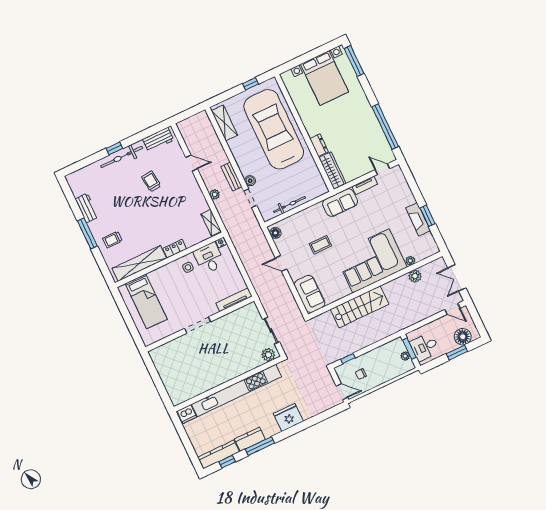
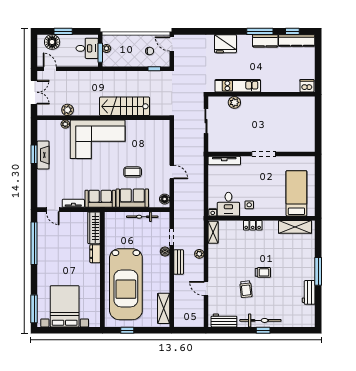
trolley: (112, 240) -> (263, 272), moved
shelving: (139, 263) -> (295, 227), width x0.68
sofa: (310, 294) -> (132, 198), moved, turned 90
plant: (268, 355) -> (234, 102), moved
kitchen unit: (237, 390) -> (238, 86), width x0.54

